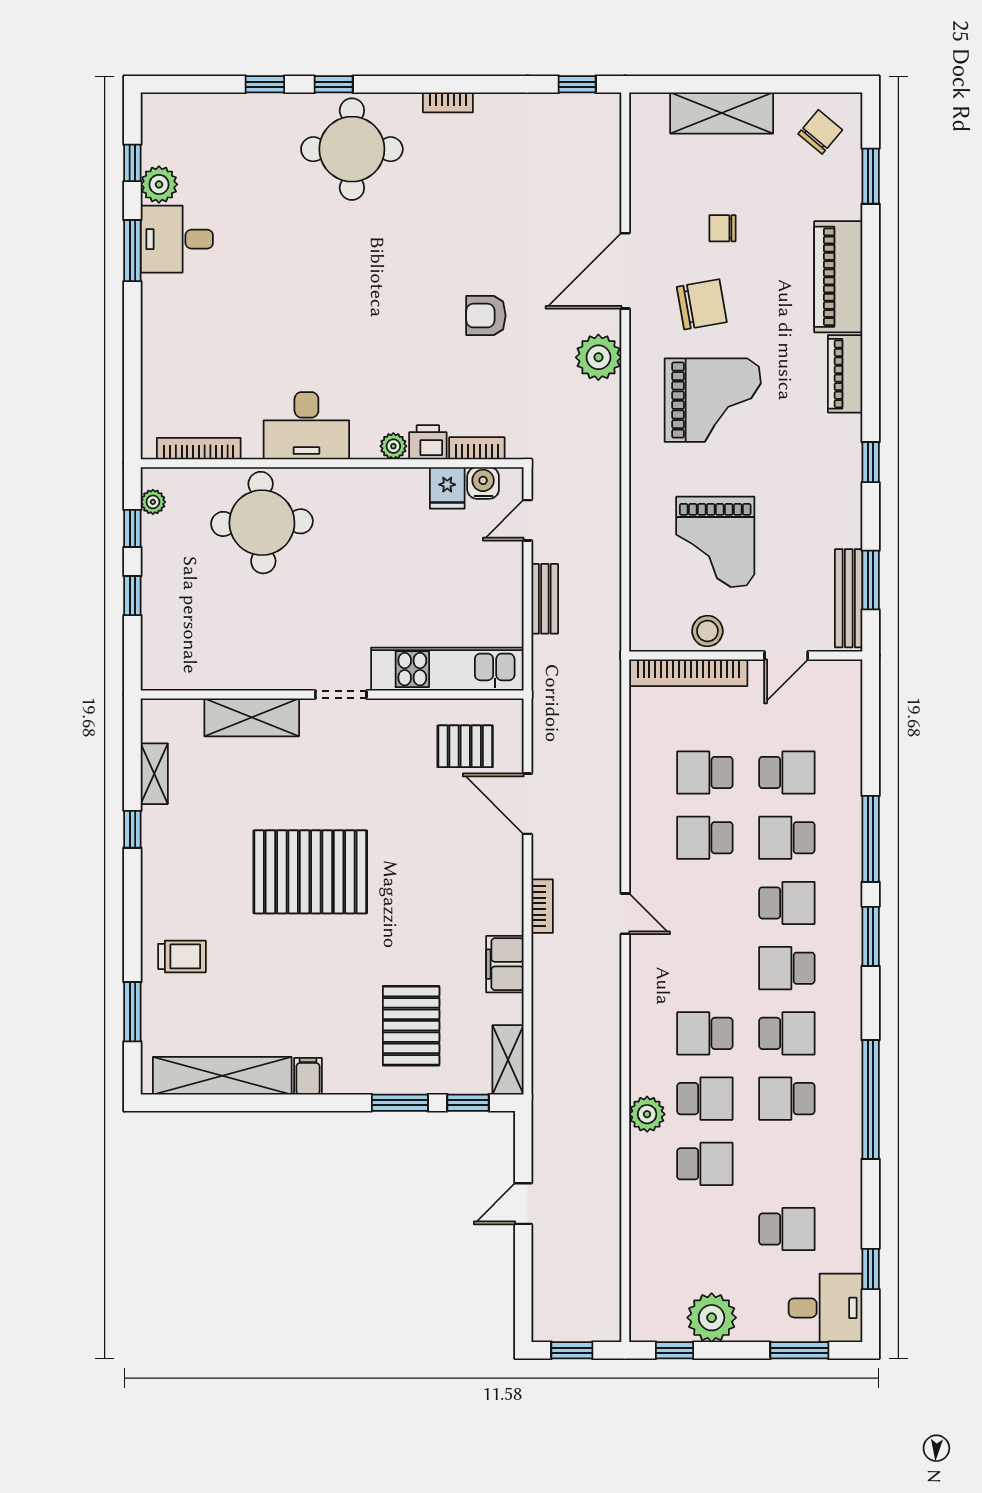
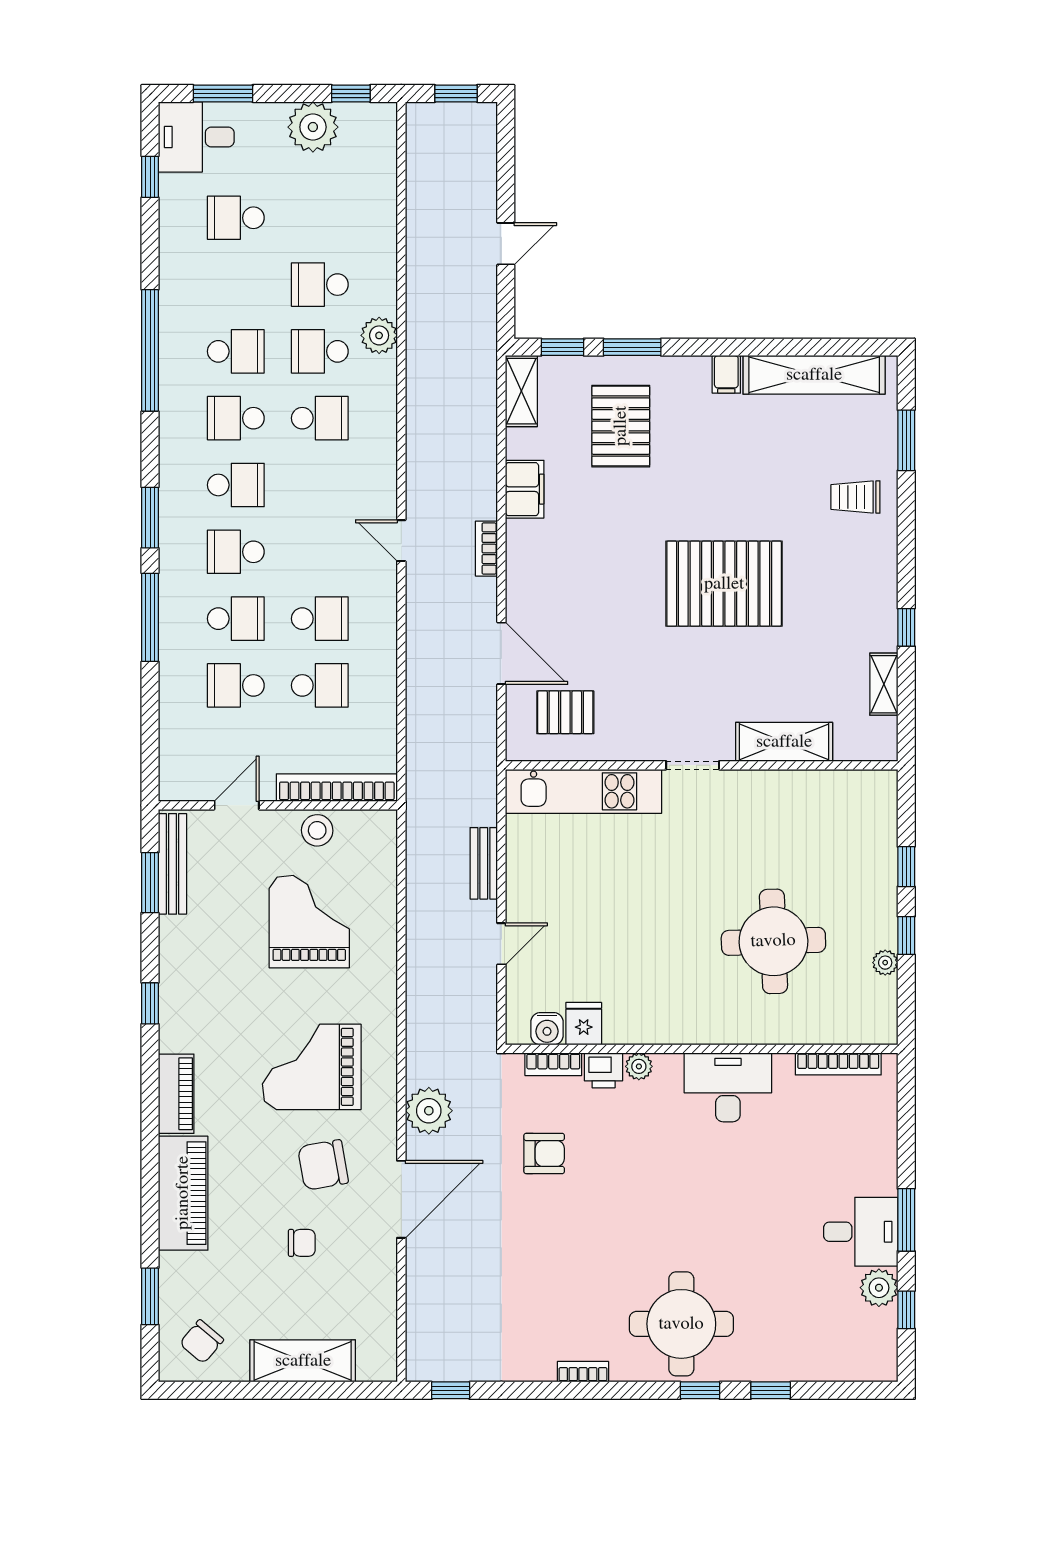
desk: (306, 426) -> (728, 1087), moved
printer: (428, 442) -> (604, 1070), moved
plant: (393, 446) -> (639, 1066), moved
bookcase: (477, 448) -> (553, 1064), moved
bookcase: (199, 449) -> (838, 1064), moved
wall: (332, 463) -> (702, 1049), moved
water cooler: (483, 483) -> (547, 1029), moved
fridge: (447, 488) -> (584, 1024), moved

